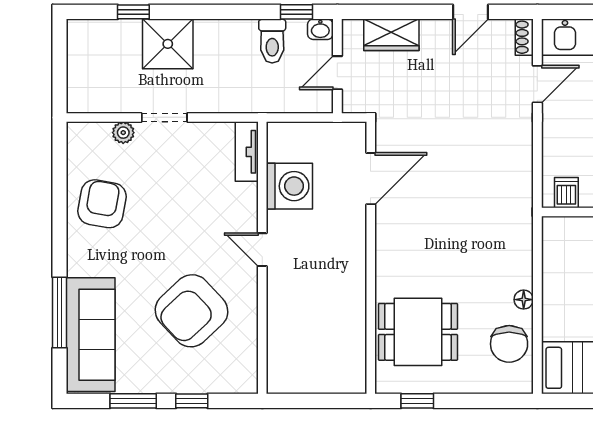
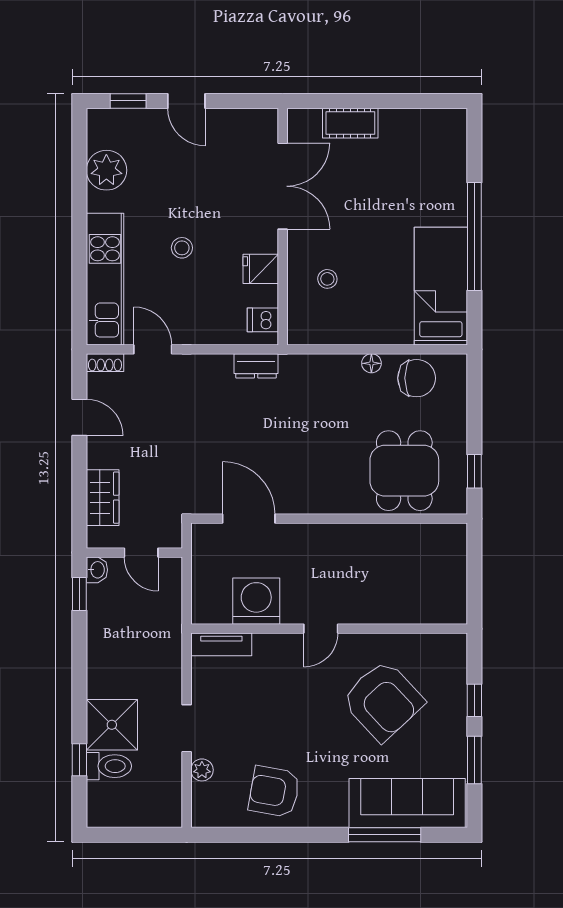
toilet: (272, 41) -> (109, 766), moved
dresser: (521, 186) -> (256, 366), added

